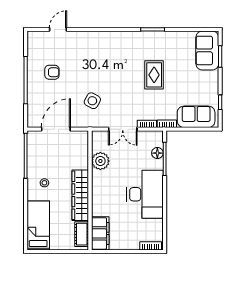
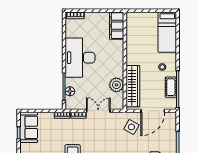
side table: (92, 101) -> (131, 127), moved
sofa: (196, 117) -> (29, 127), moved, turned -90
wardrobe: (80, 195) -> (133, 86), moved
cot: (82, 234) -> (171, 87), moved

